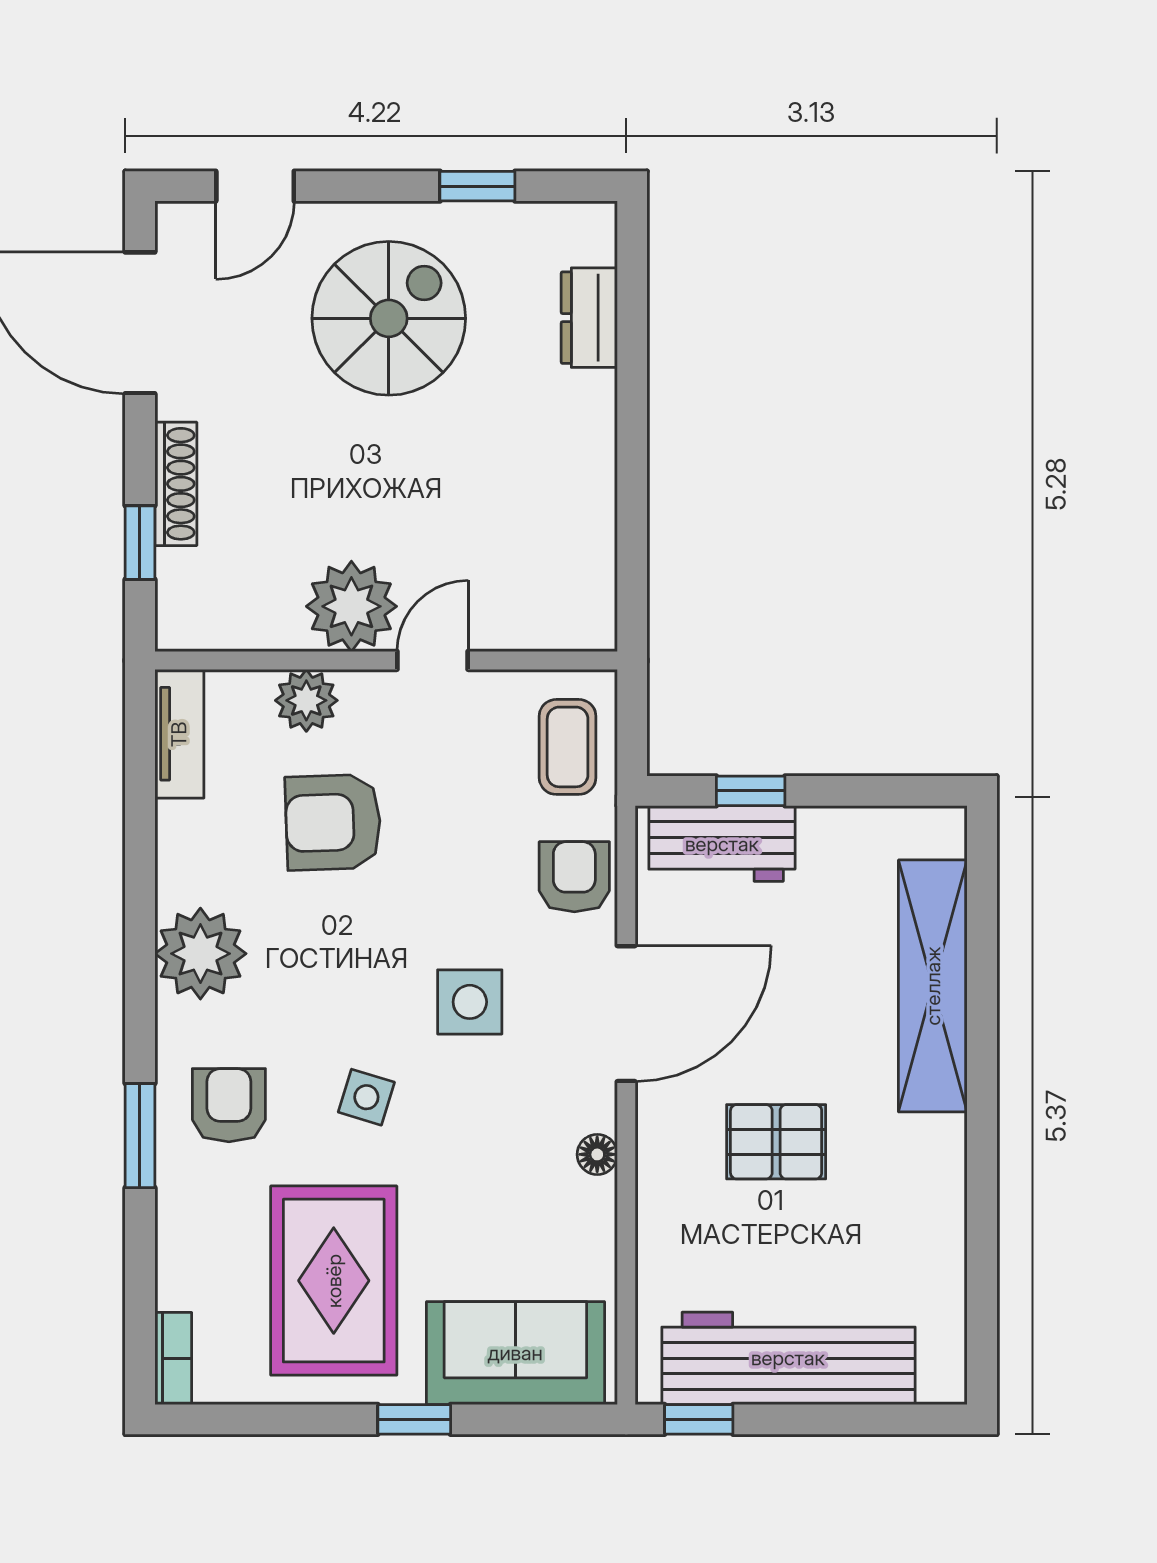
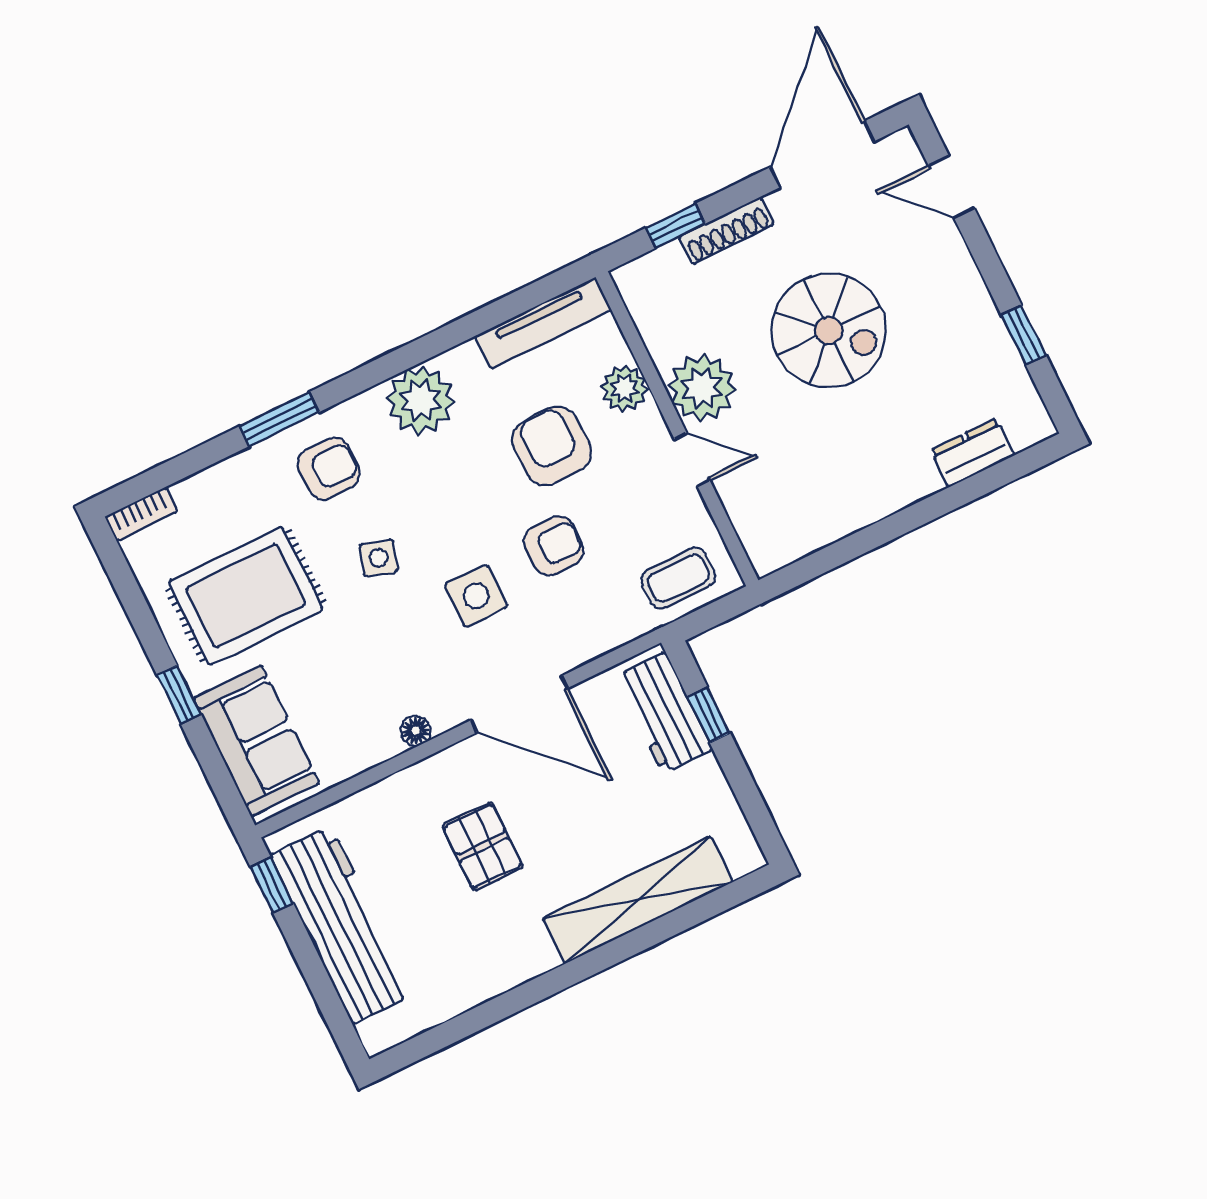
spiral stairs: (389, 318) -> (829, 330), moved
tv unit: (179, 734) -> (543, 323), width x1.41
armchair: (574, 877) -> (554, 546), moved

